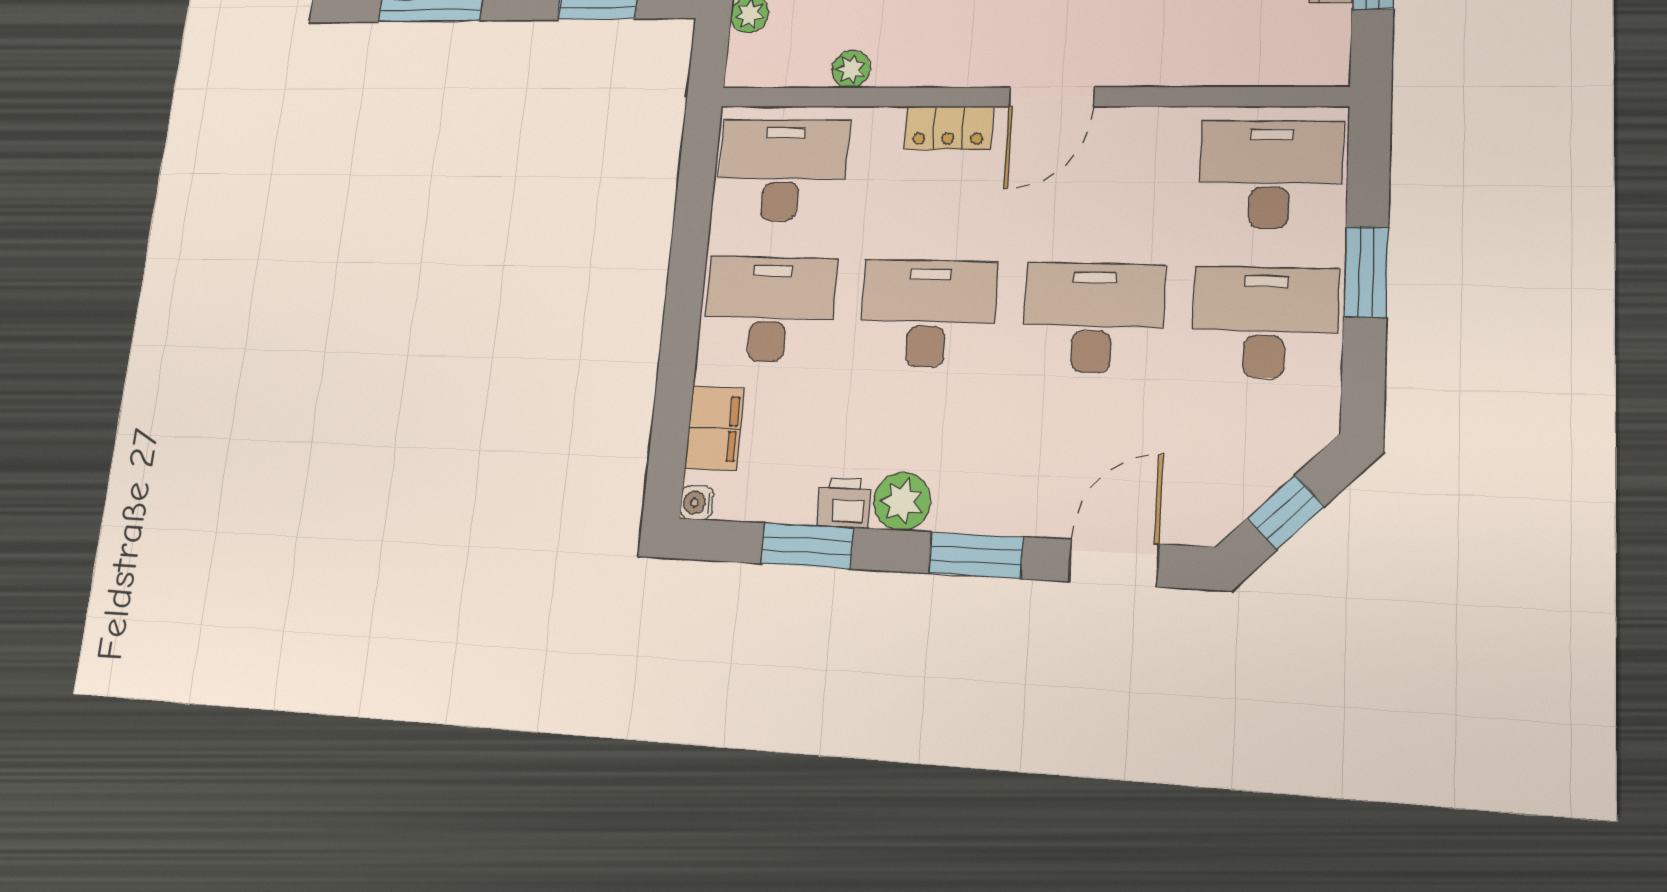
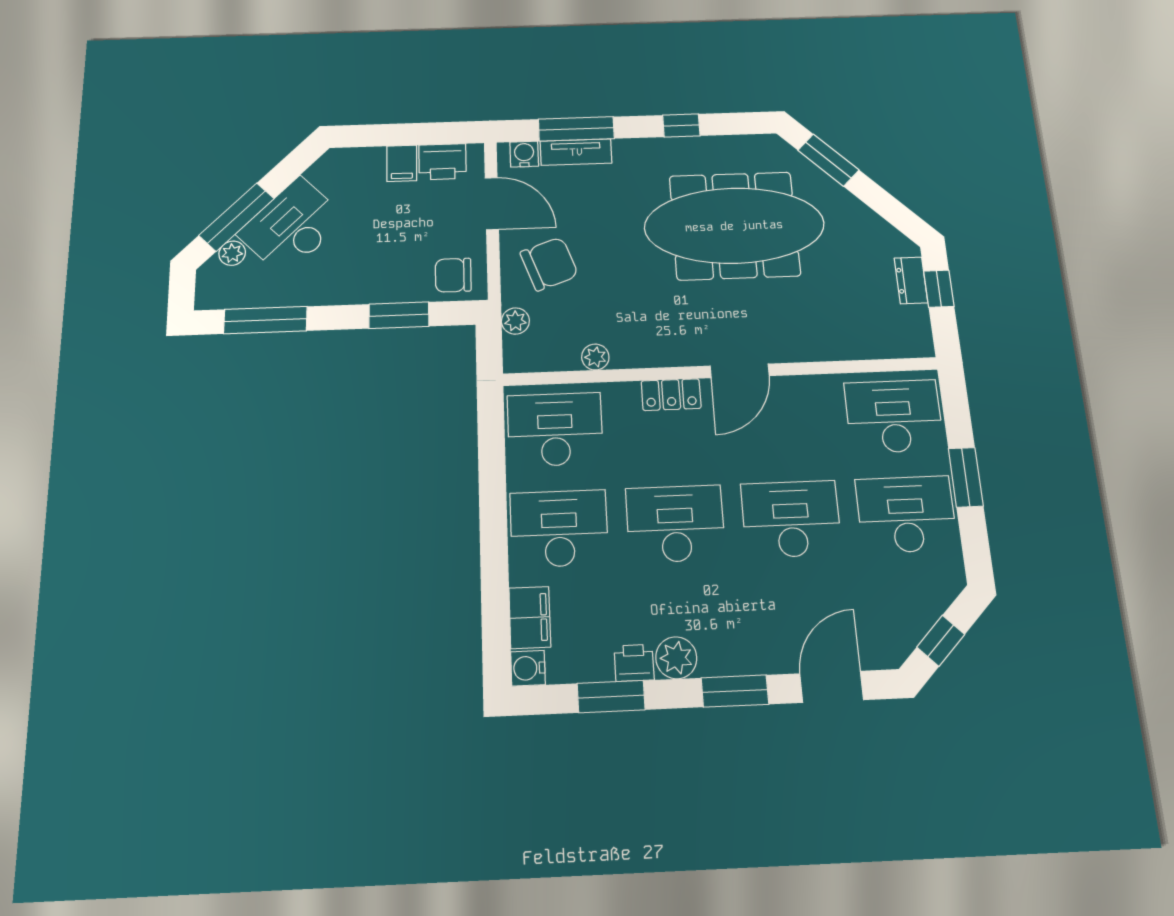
water cooler: (697, 503) -> (528, 668), width x1.38, depth x1.38

